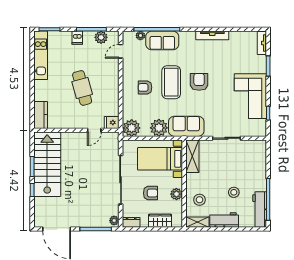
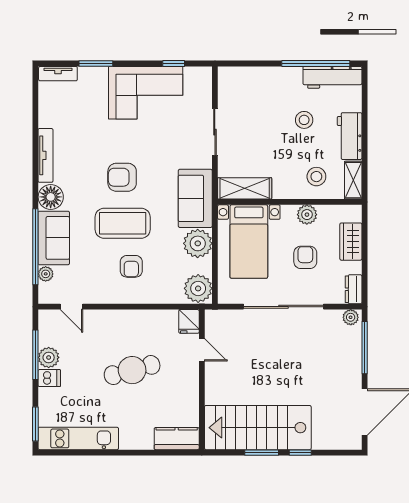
plant: (101, 37) -> (49, 357), moved
floor lamp: (187, 39) -> (51, 197), added

